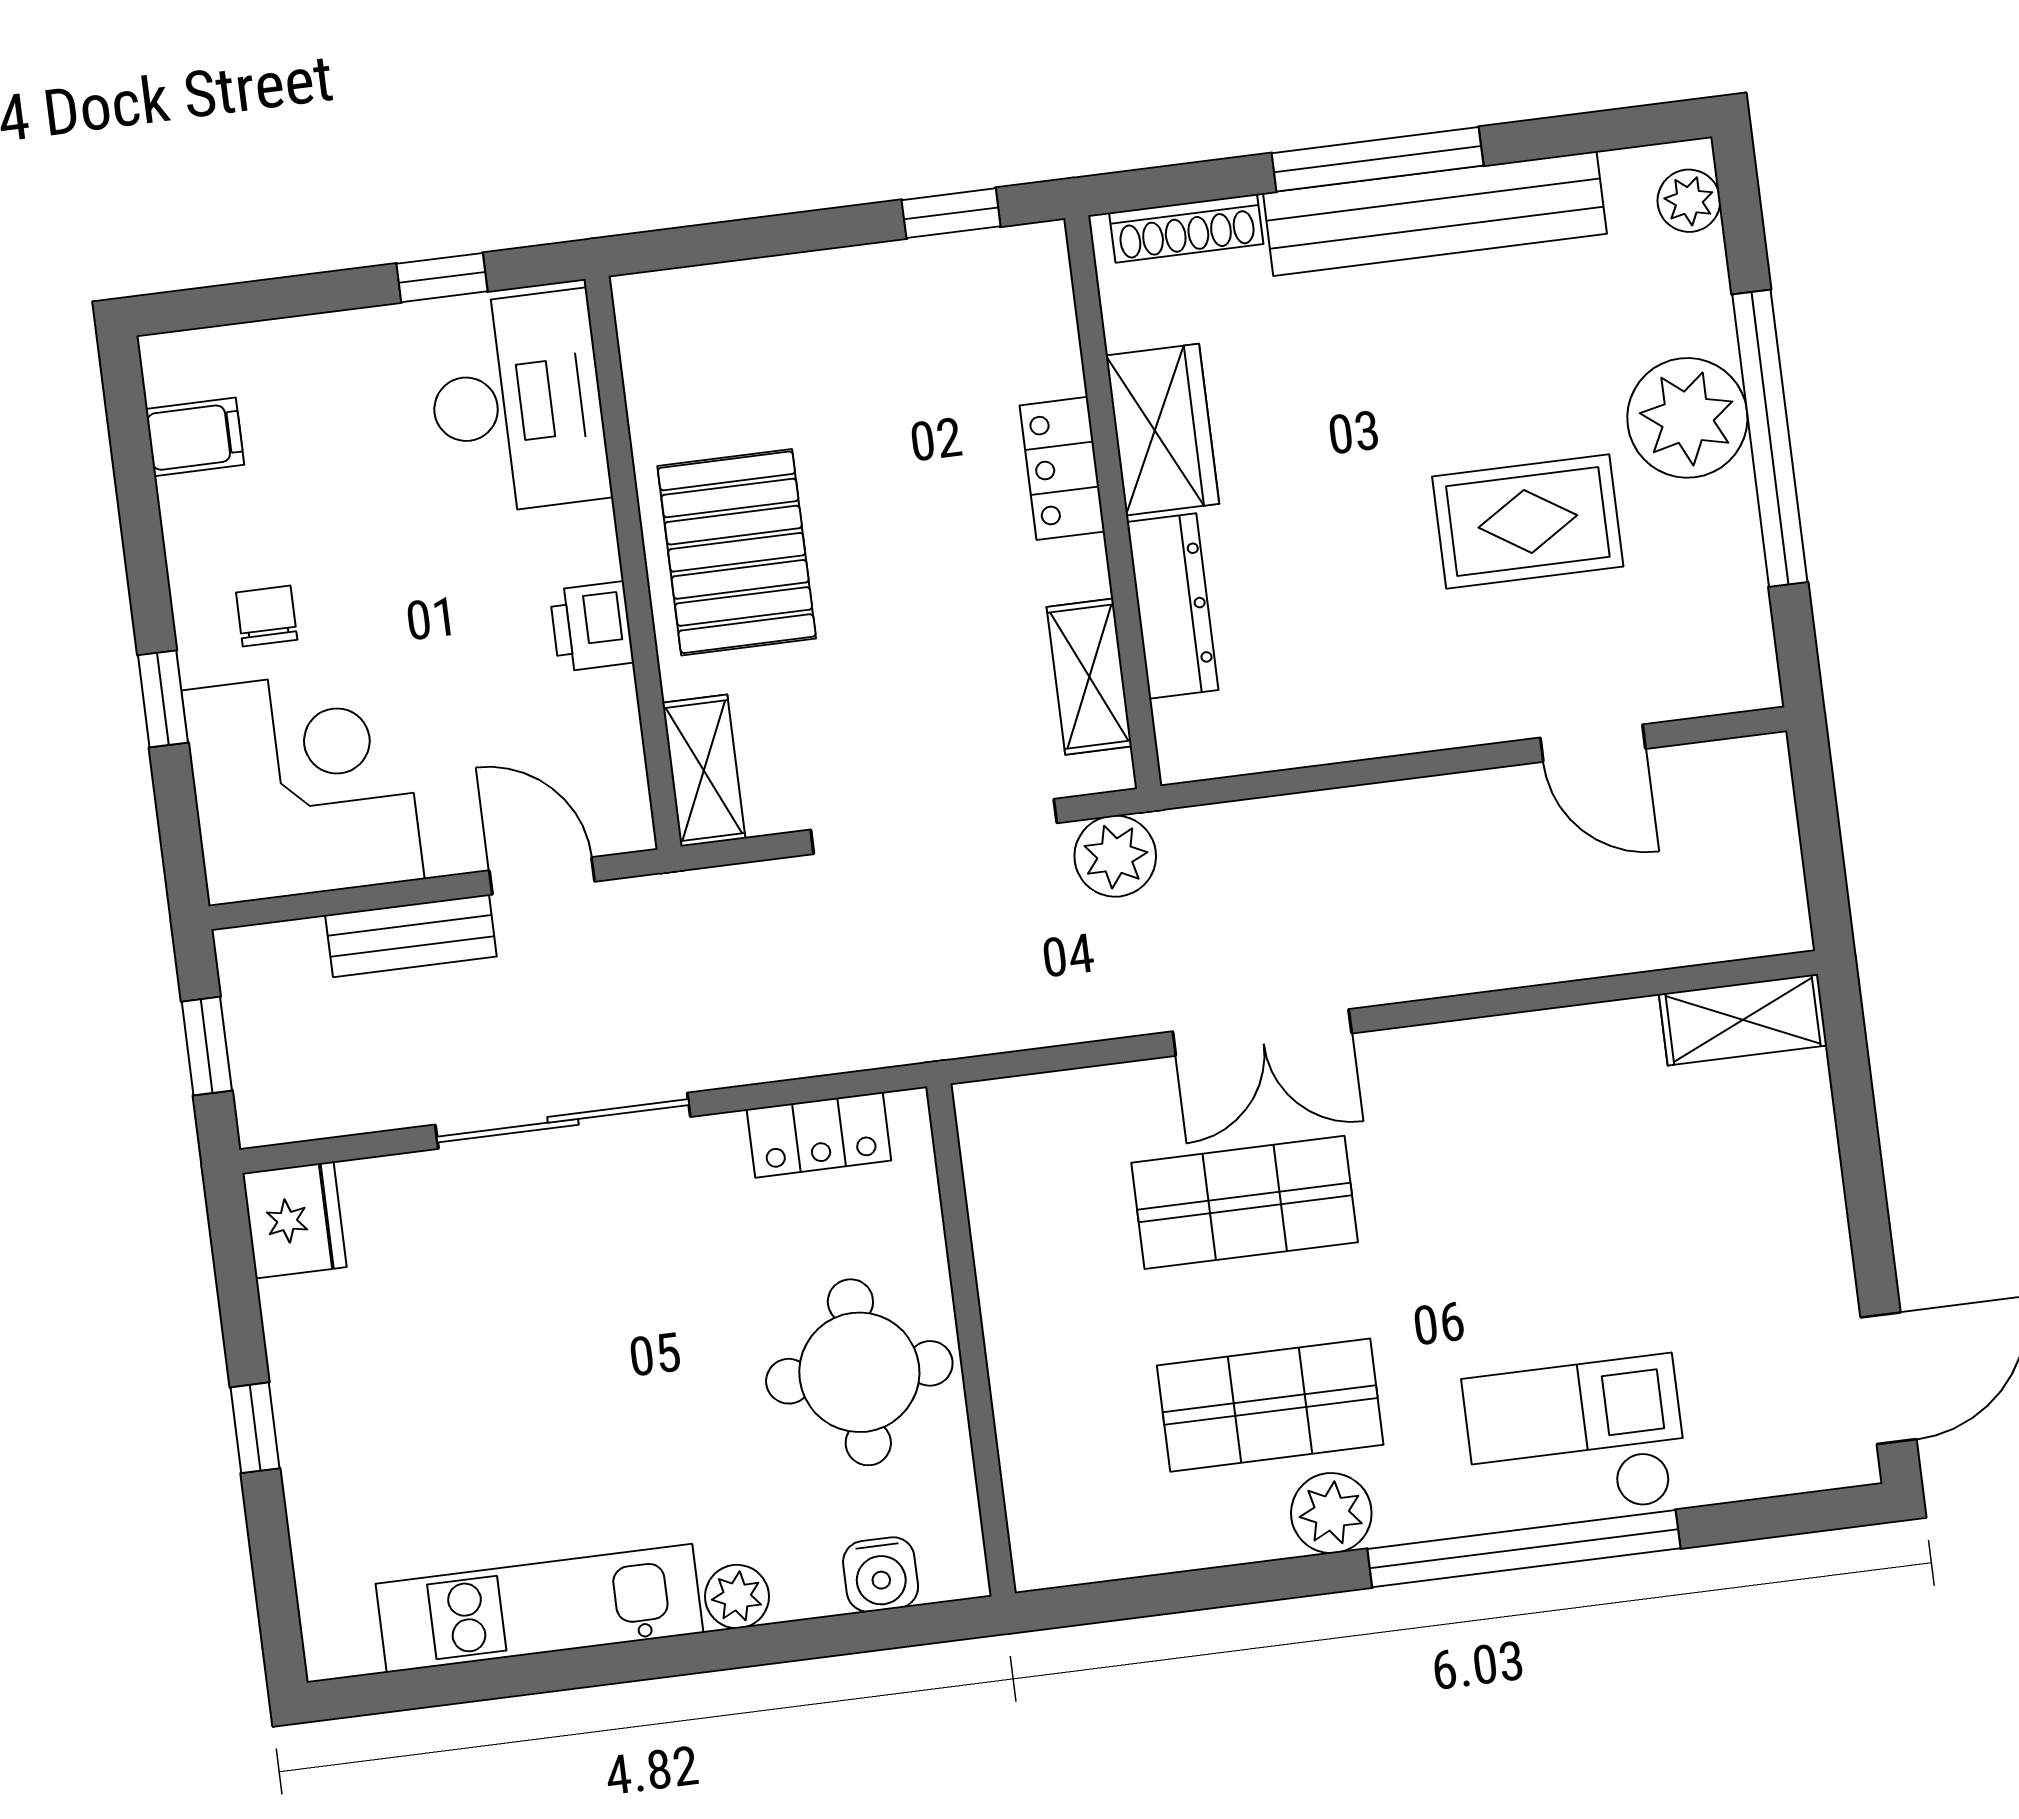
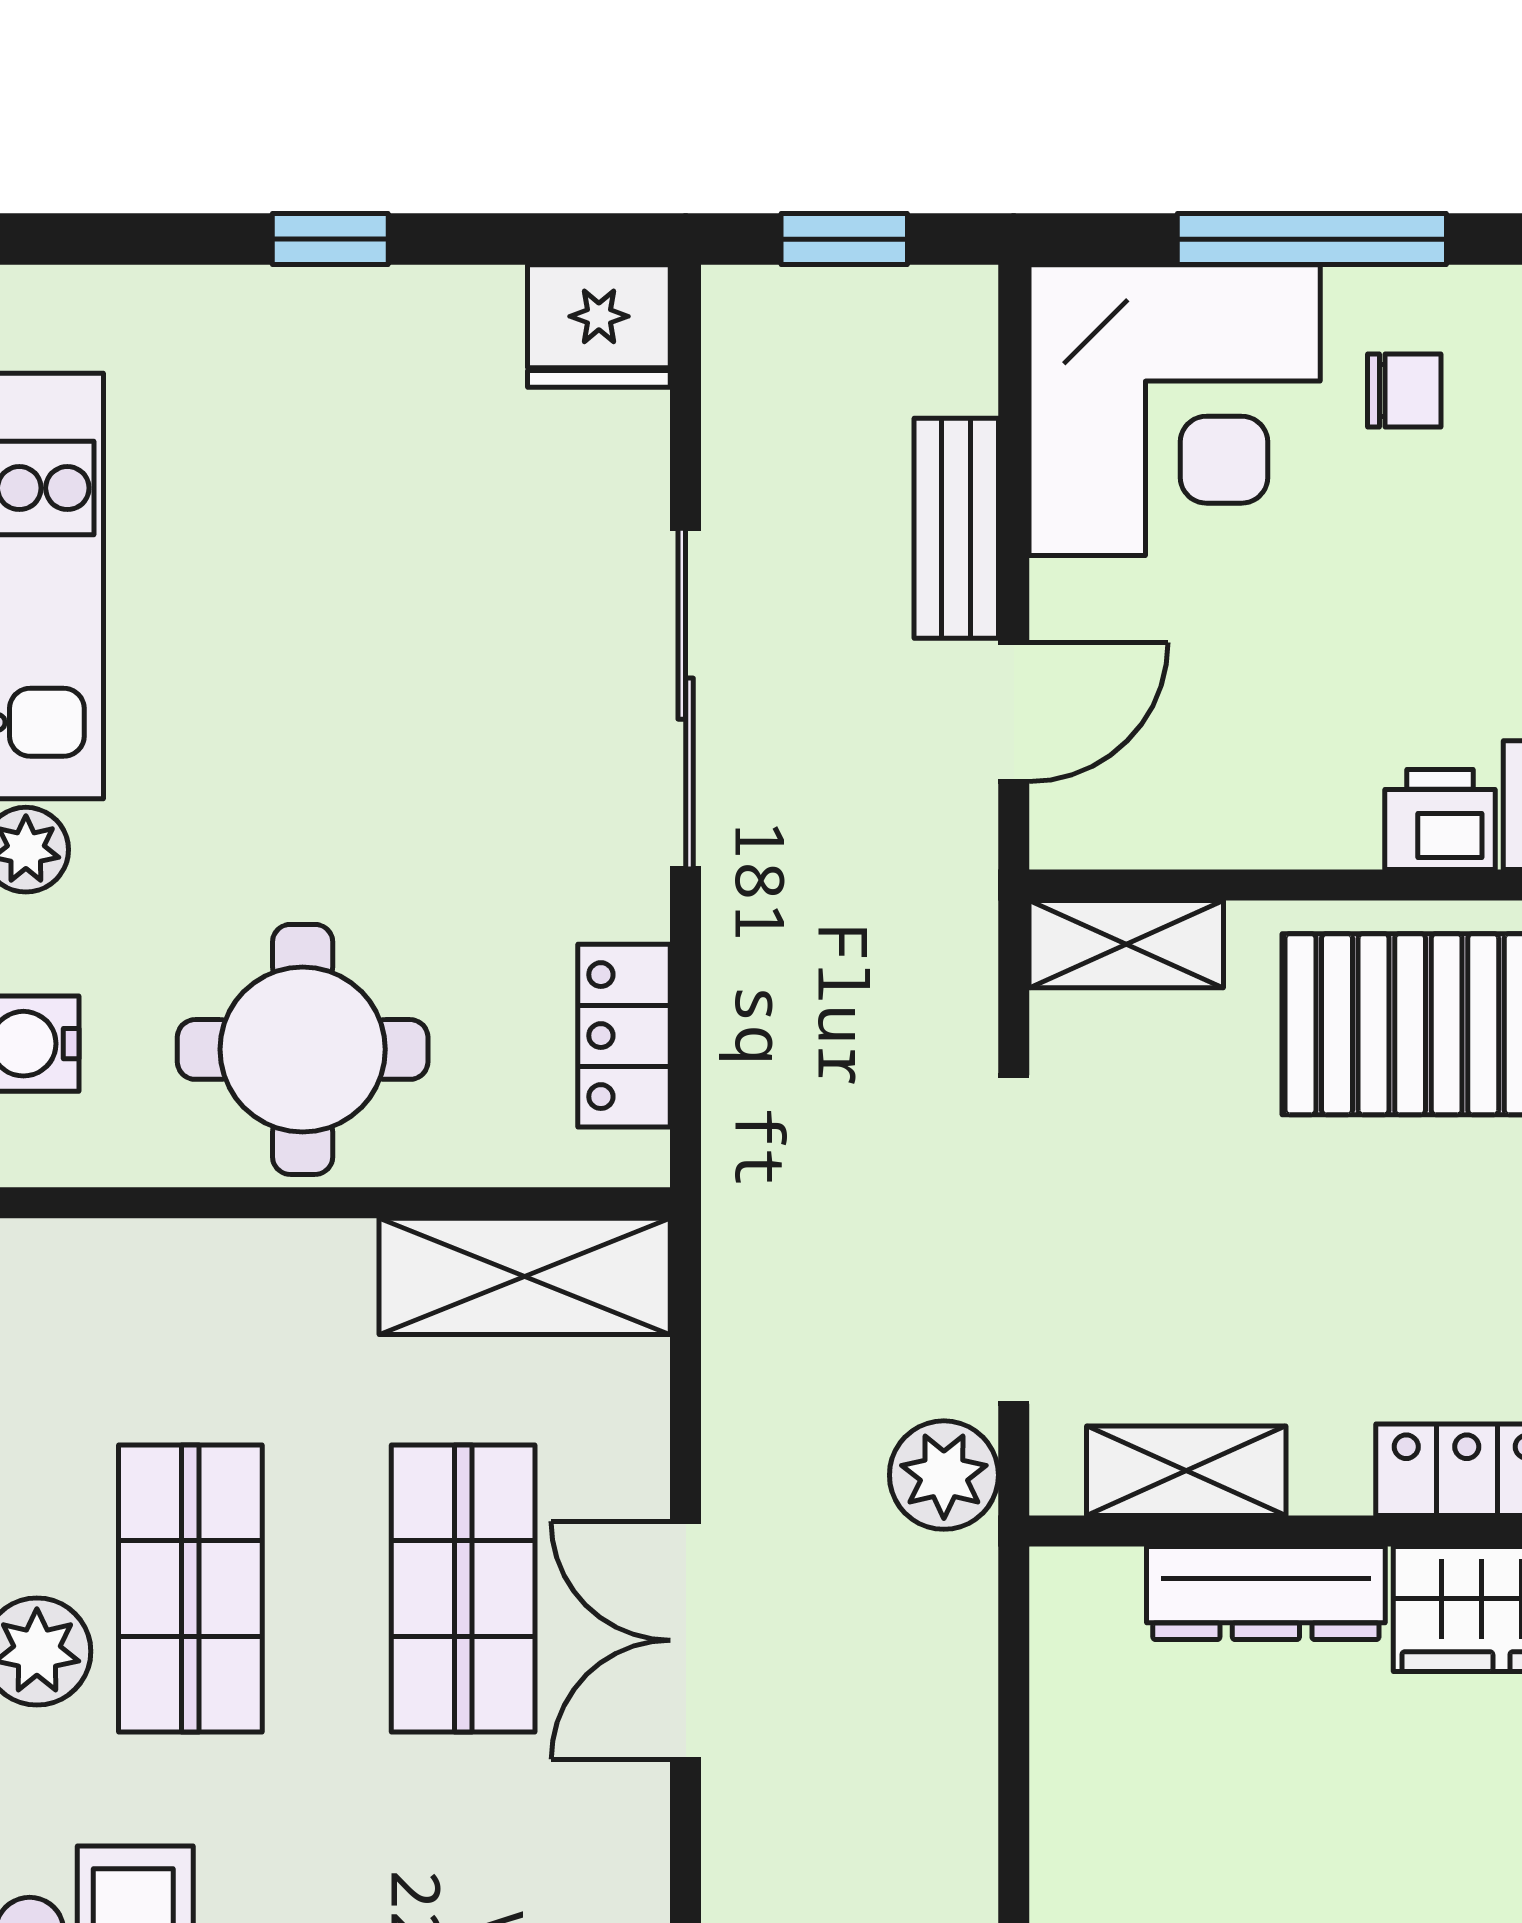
printer: (592, 626) -> (1440, 819), moved
window: (163, 699) -> (1312, 239), width x2.17
shelving: (1007, 1186) -> (525, 1276), added

